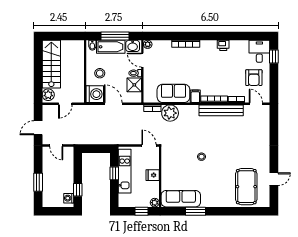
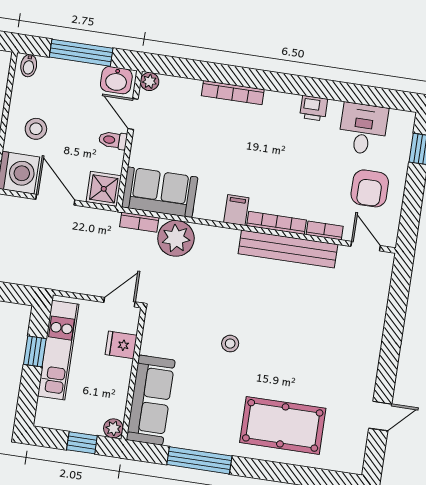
bathtub: (111, 47) -> (68, 75), removed
desk: (259, 51) -> (363, 129), moved
shower: (134, 85) -> (104, 189), moved
sofa: (173, 93) -> (160, 192), moved
door: (149, 145) -> (119, 302), hinge flipped
fridge: (153, 175) -> (121, 345), moved
pool table: (246, 187) -> (283, 425), moved, turned 90
sofa: (181, 199) -> (151, 400), moved, turned 90
window: (195, 211) -> (199, 460), width x1.44

